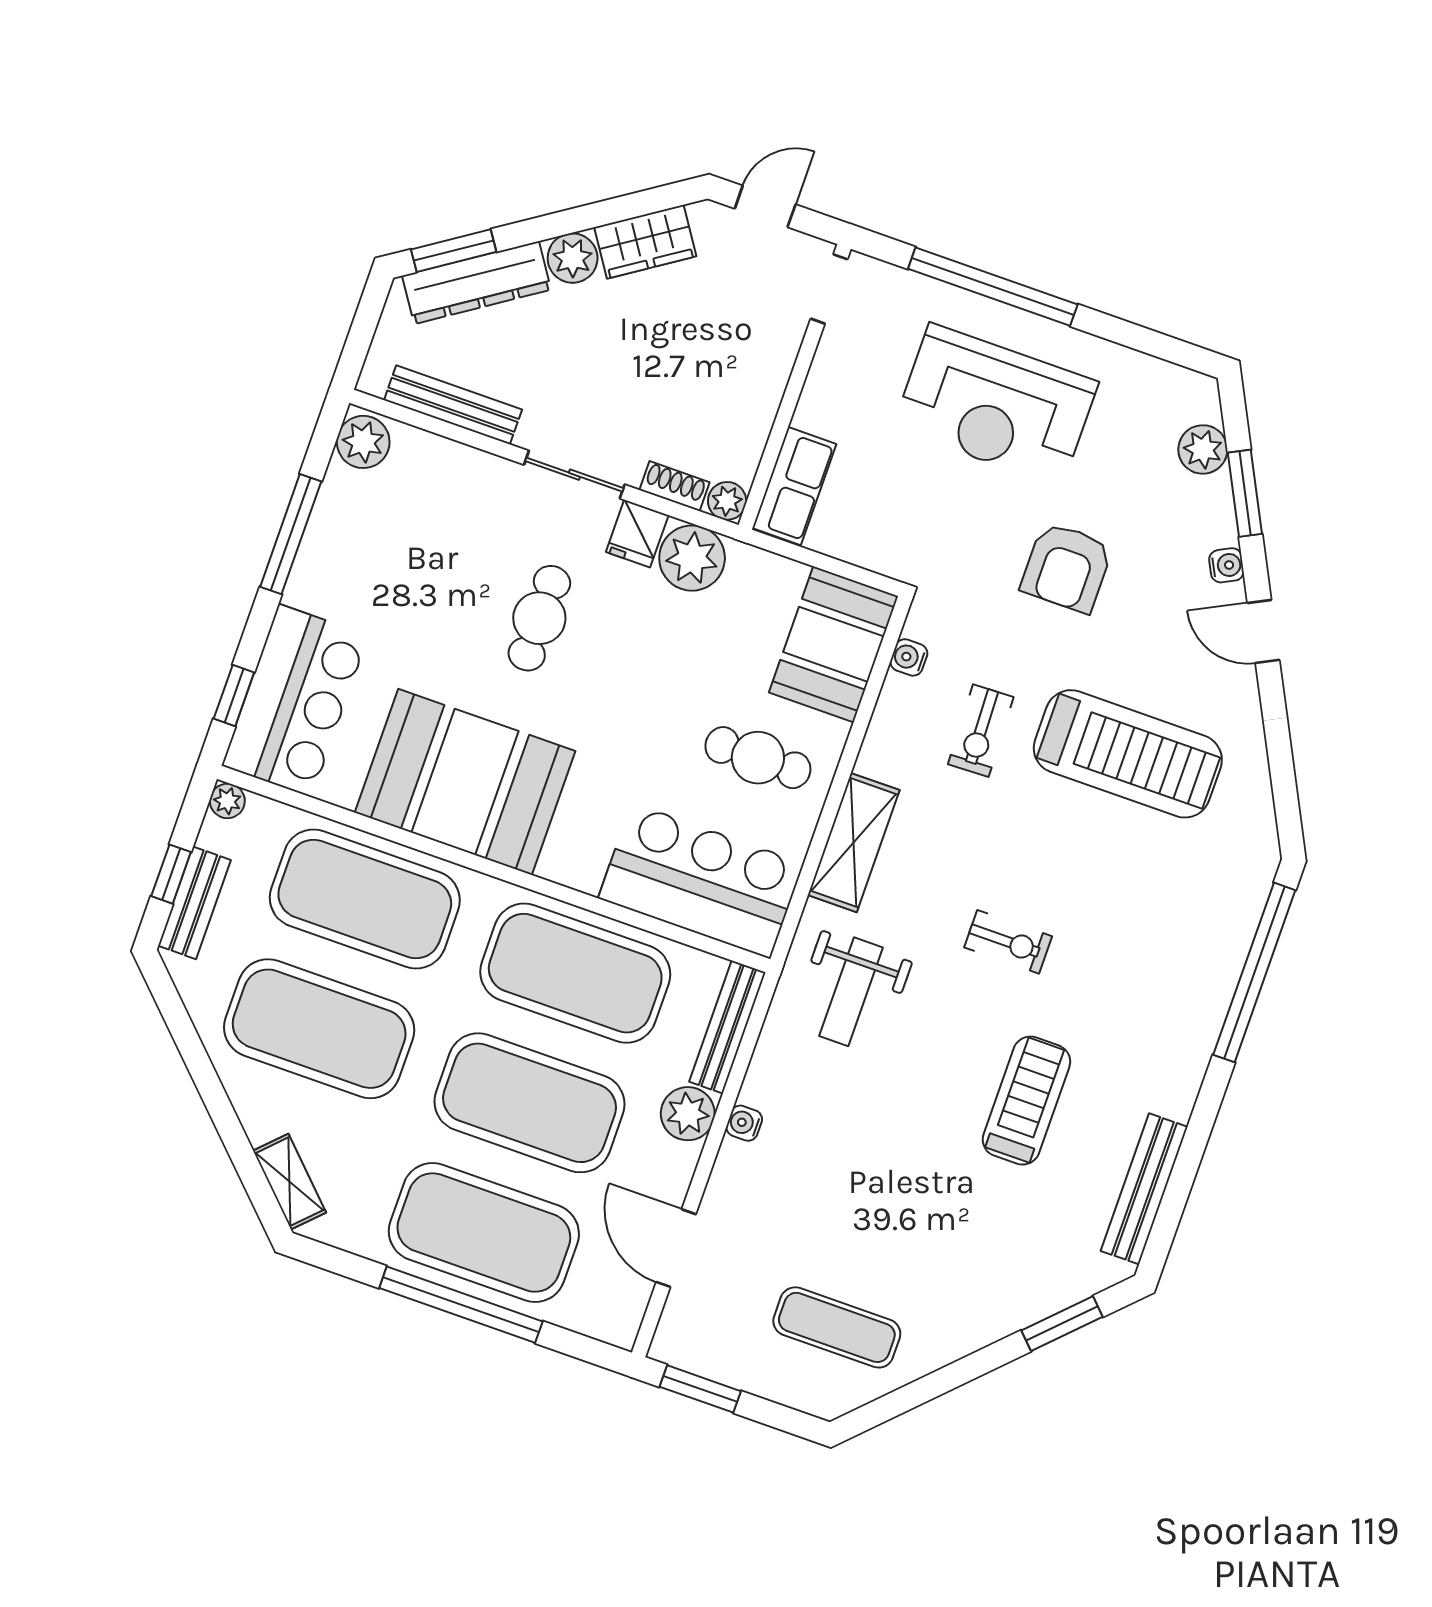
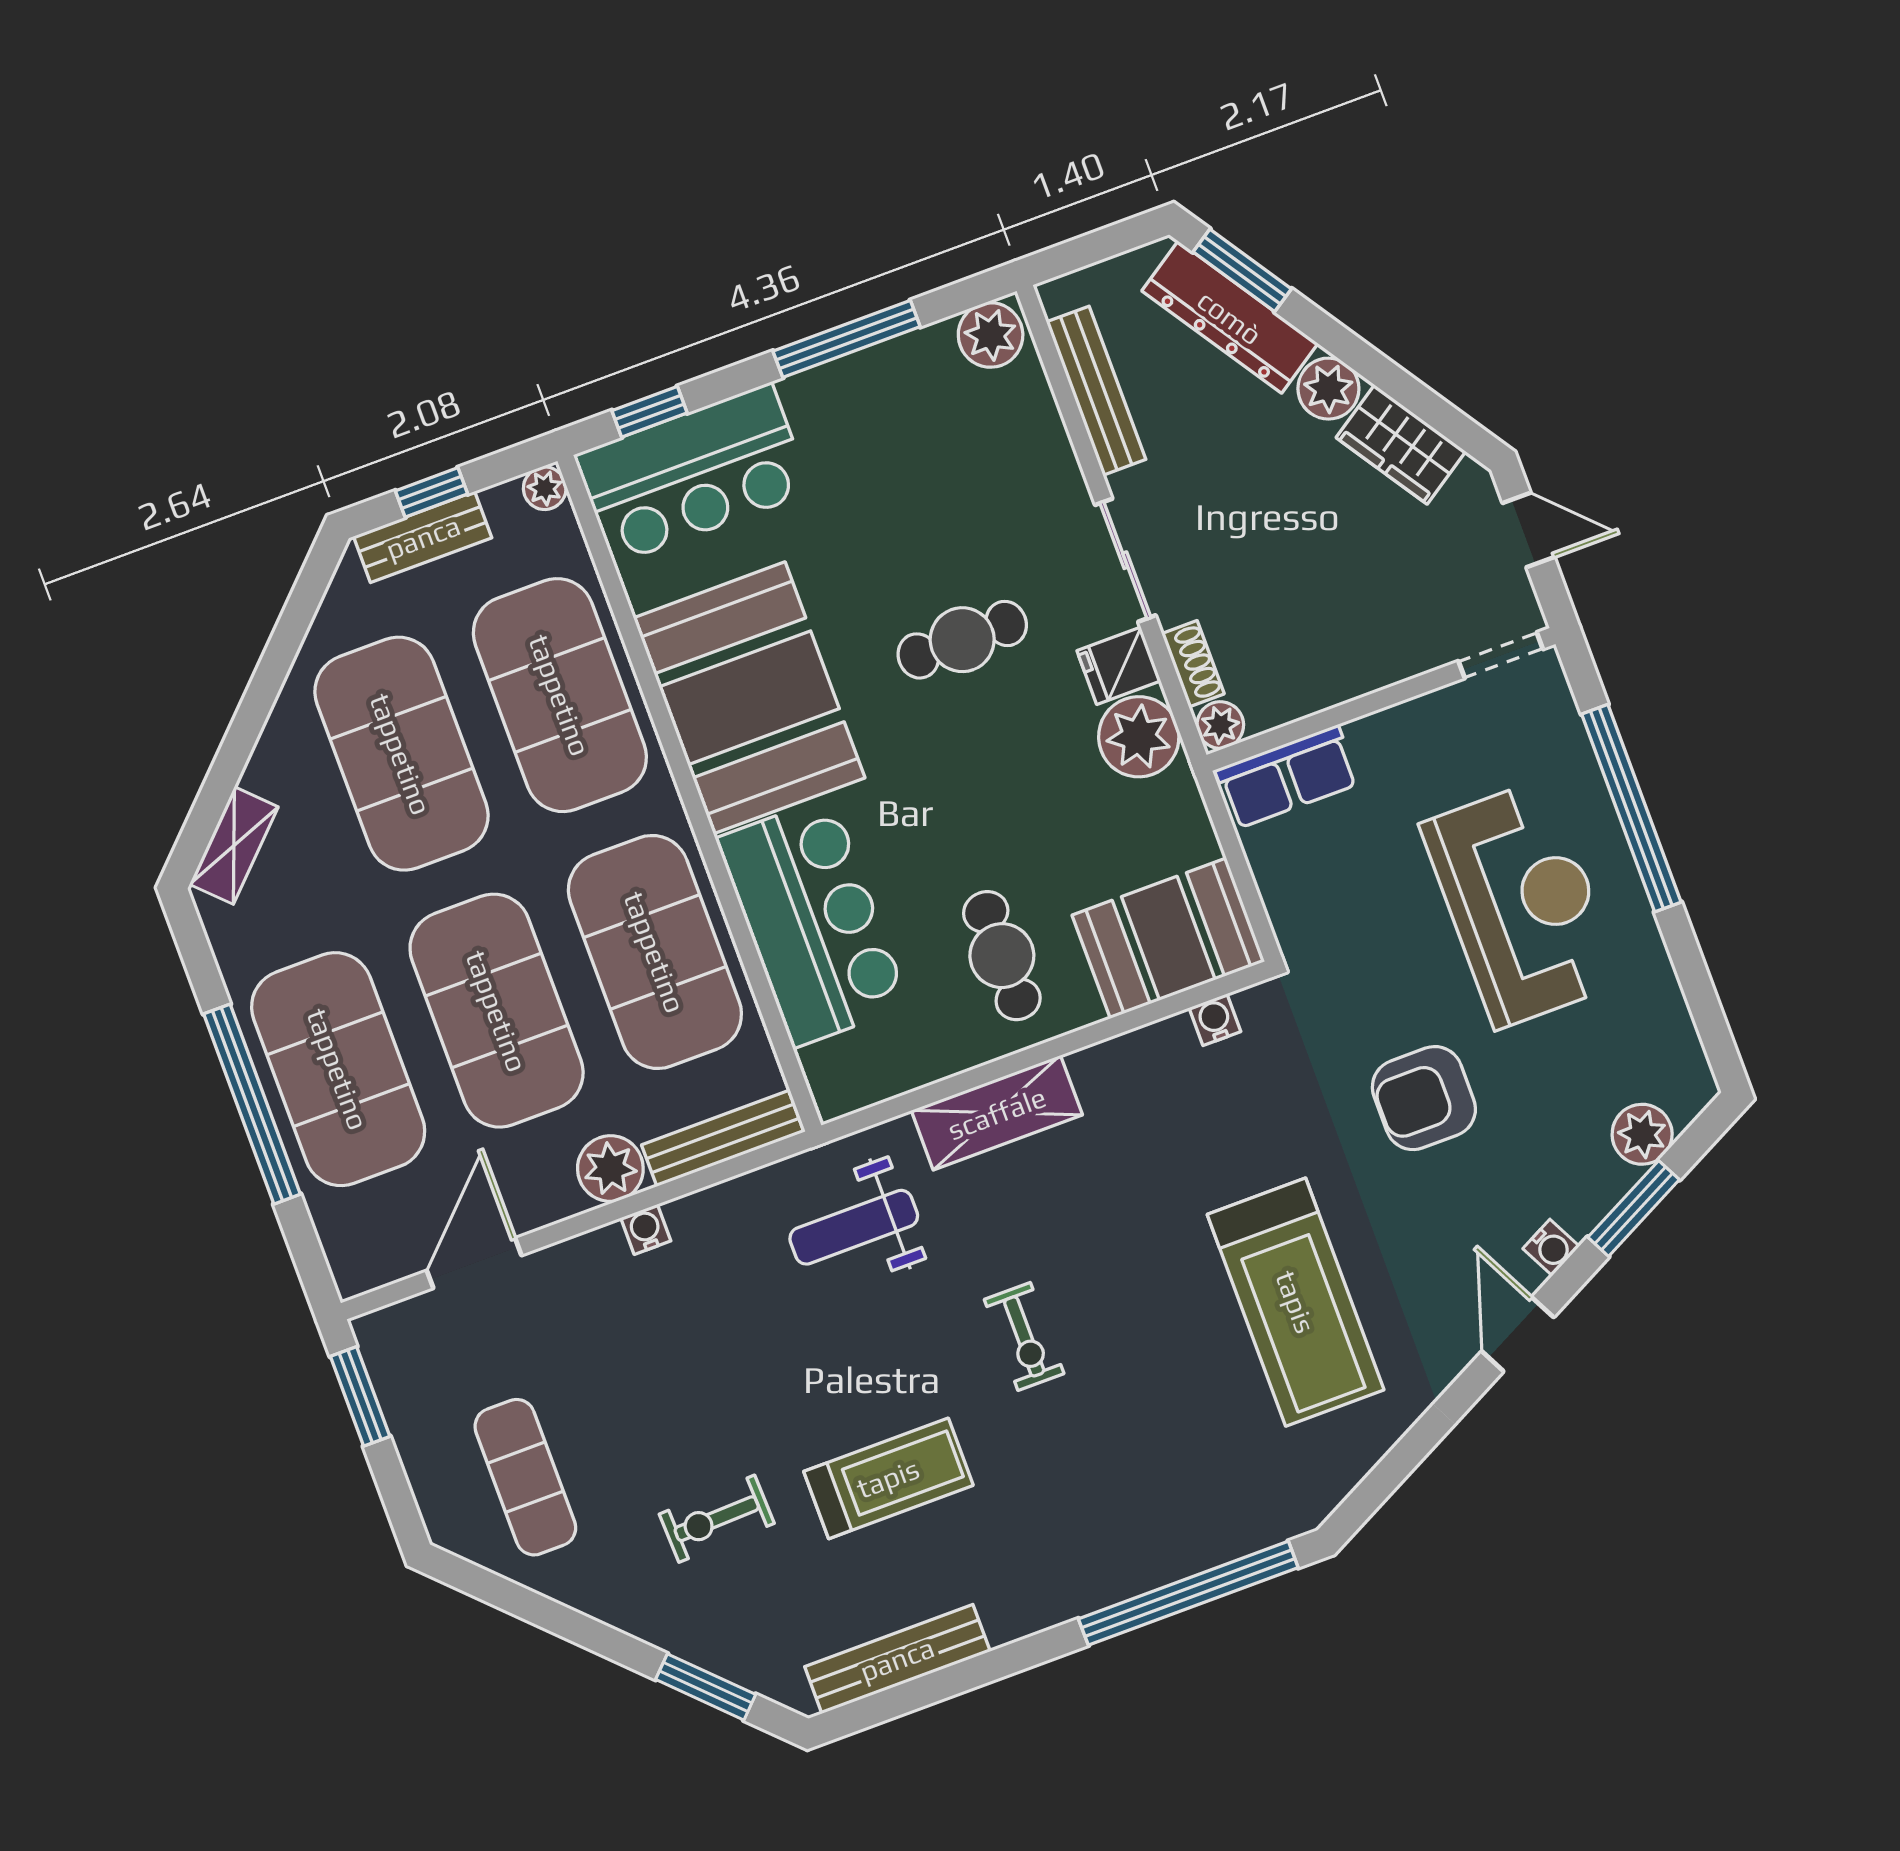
reception desk: (996, 405) -> (1521, 904), turned 180
exercise bike: (981, 731) -> (717, 1519), moved
bar counter: (701, 881) -> (813, 922), moved

